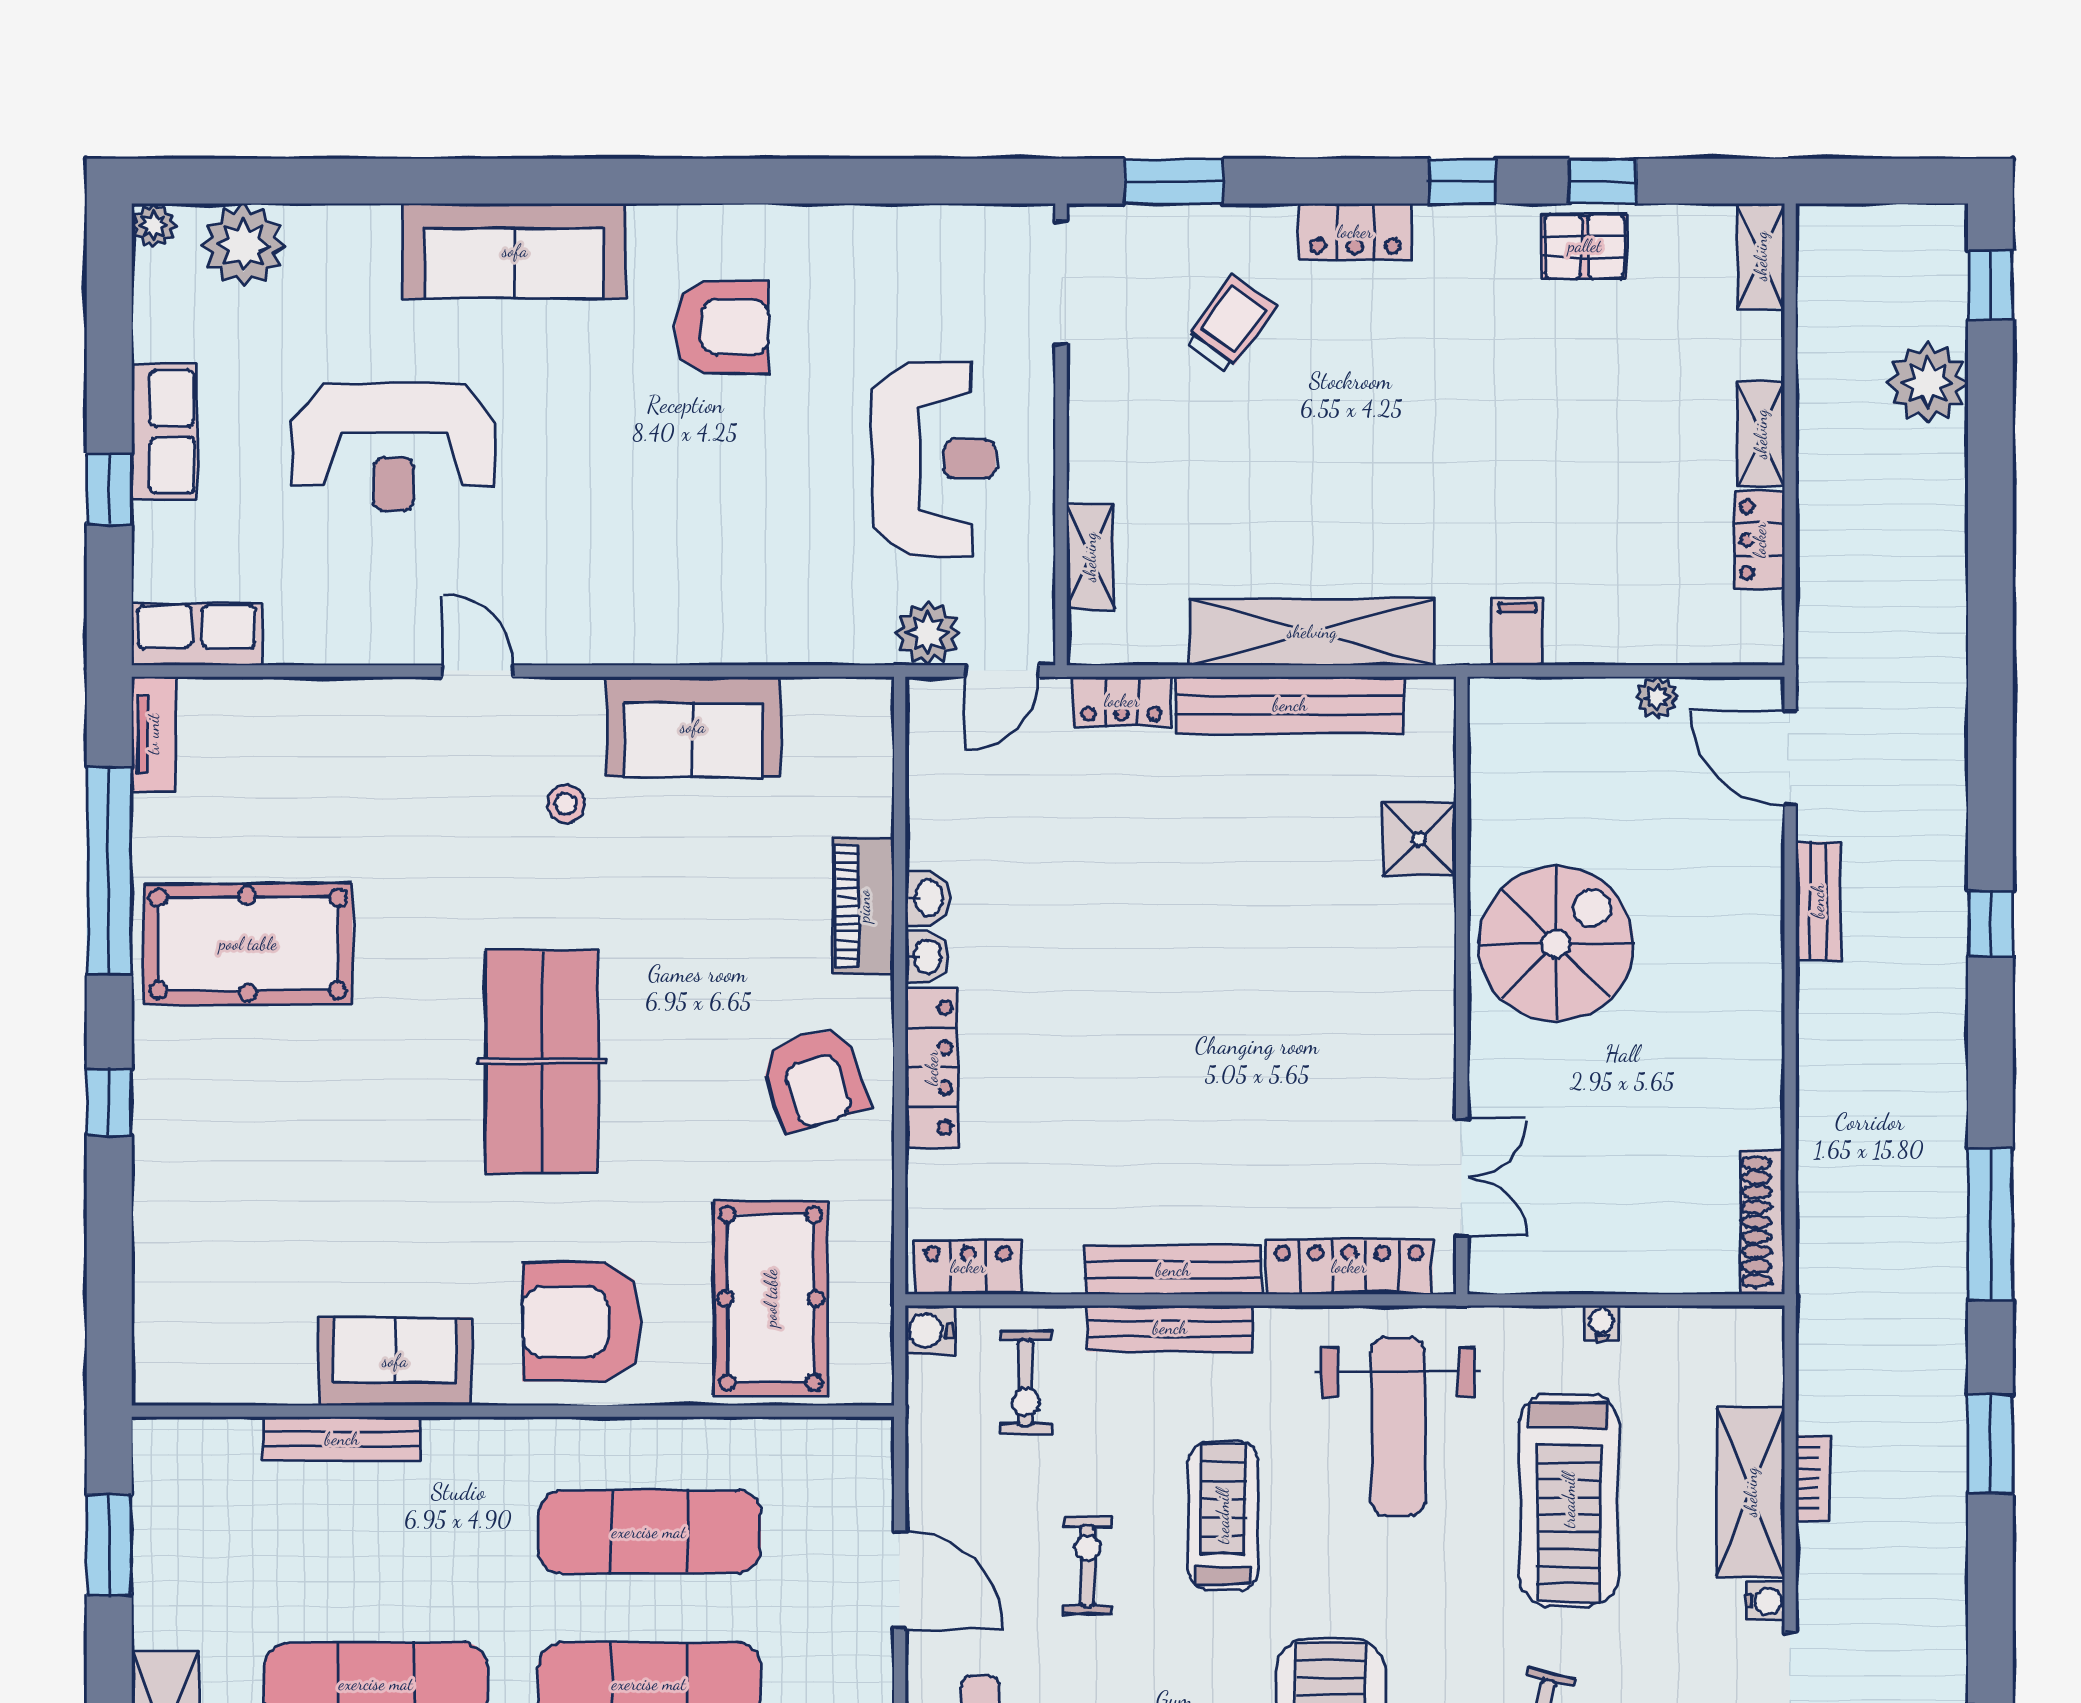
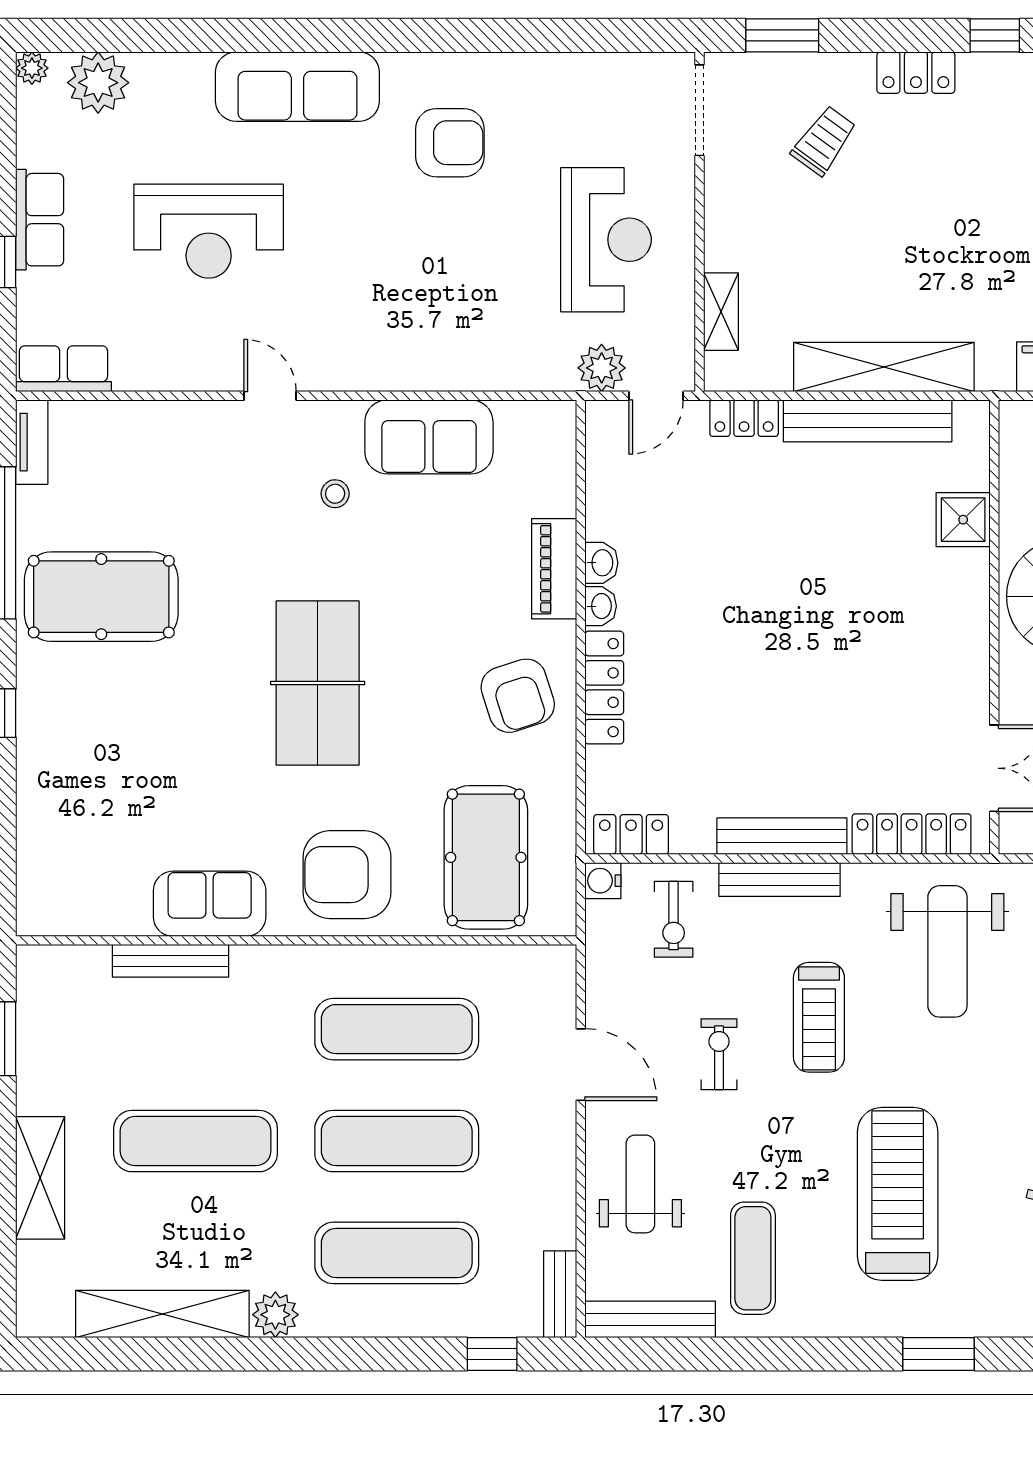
treadmill: (1223, 1516) -> (819, 1017), turned 180

